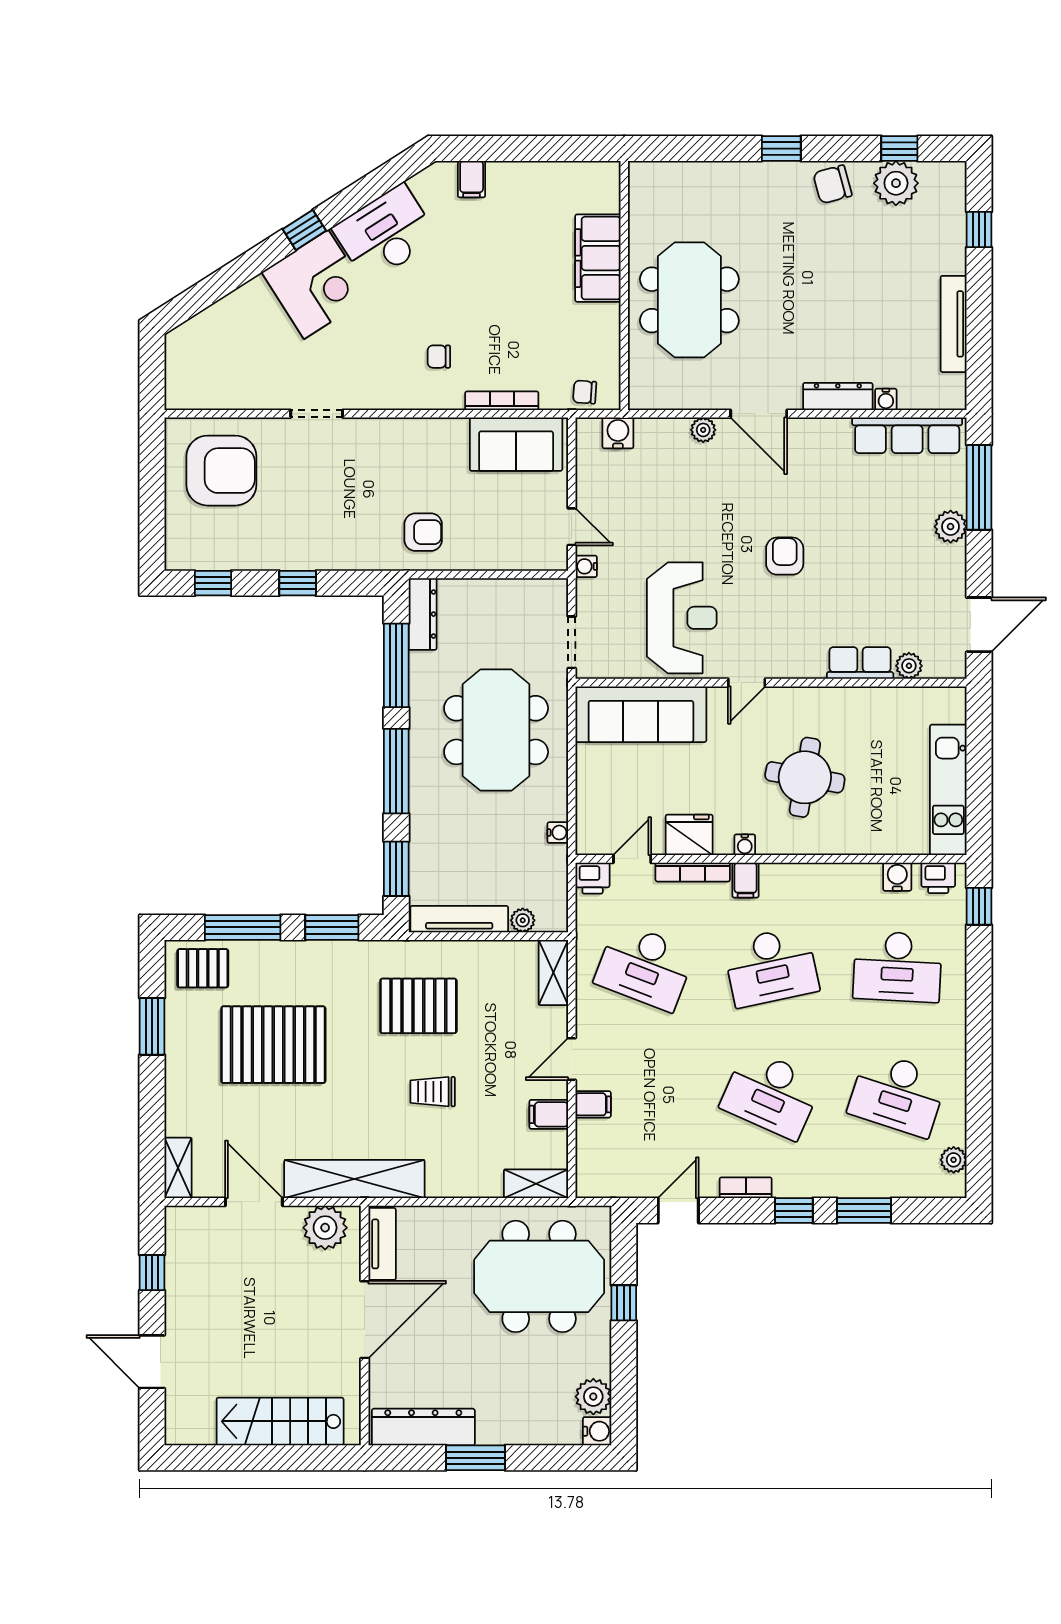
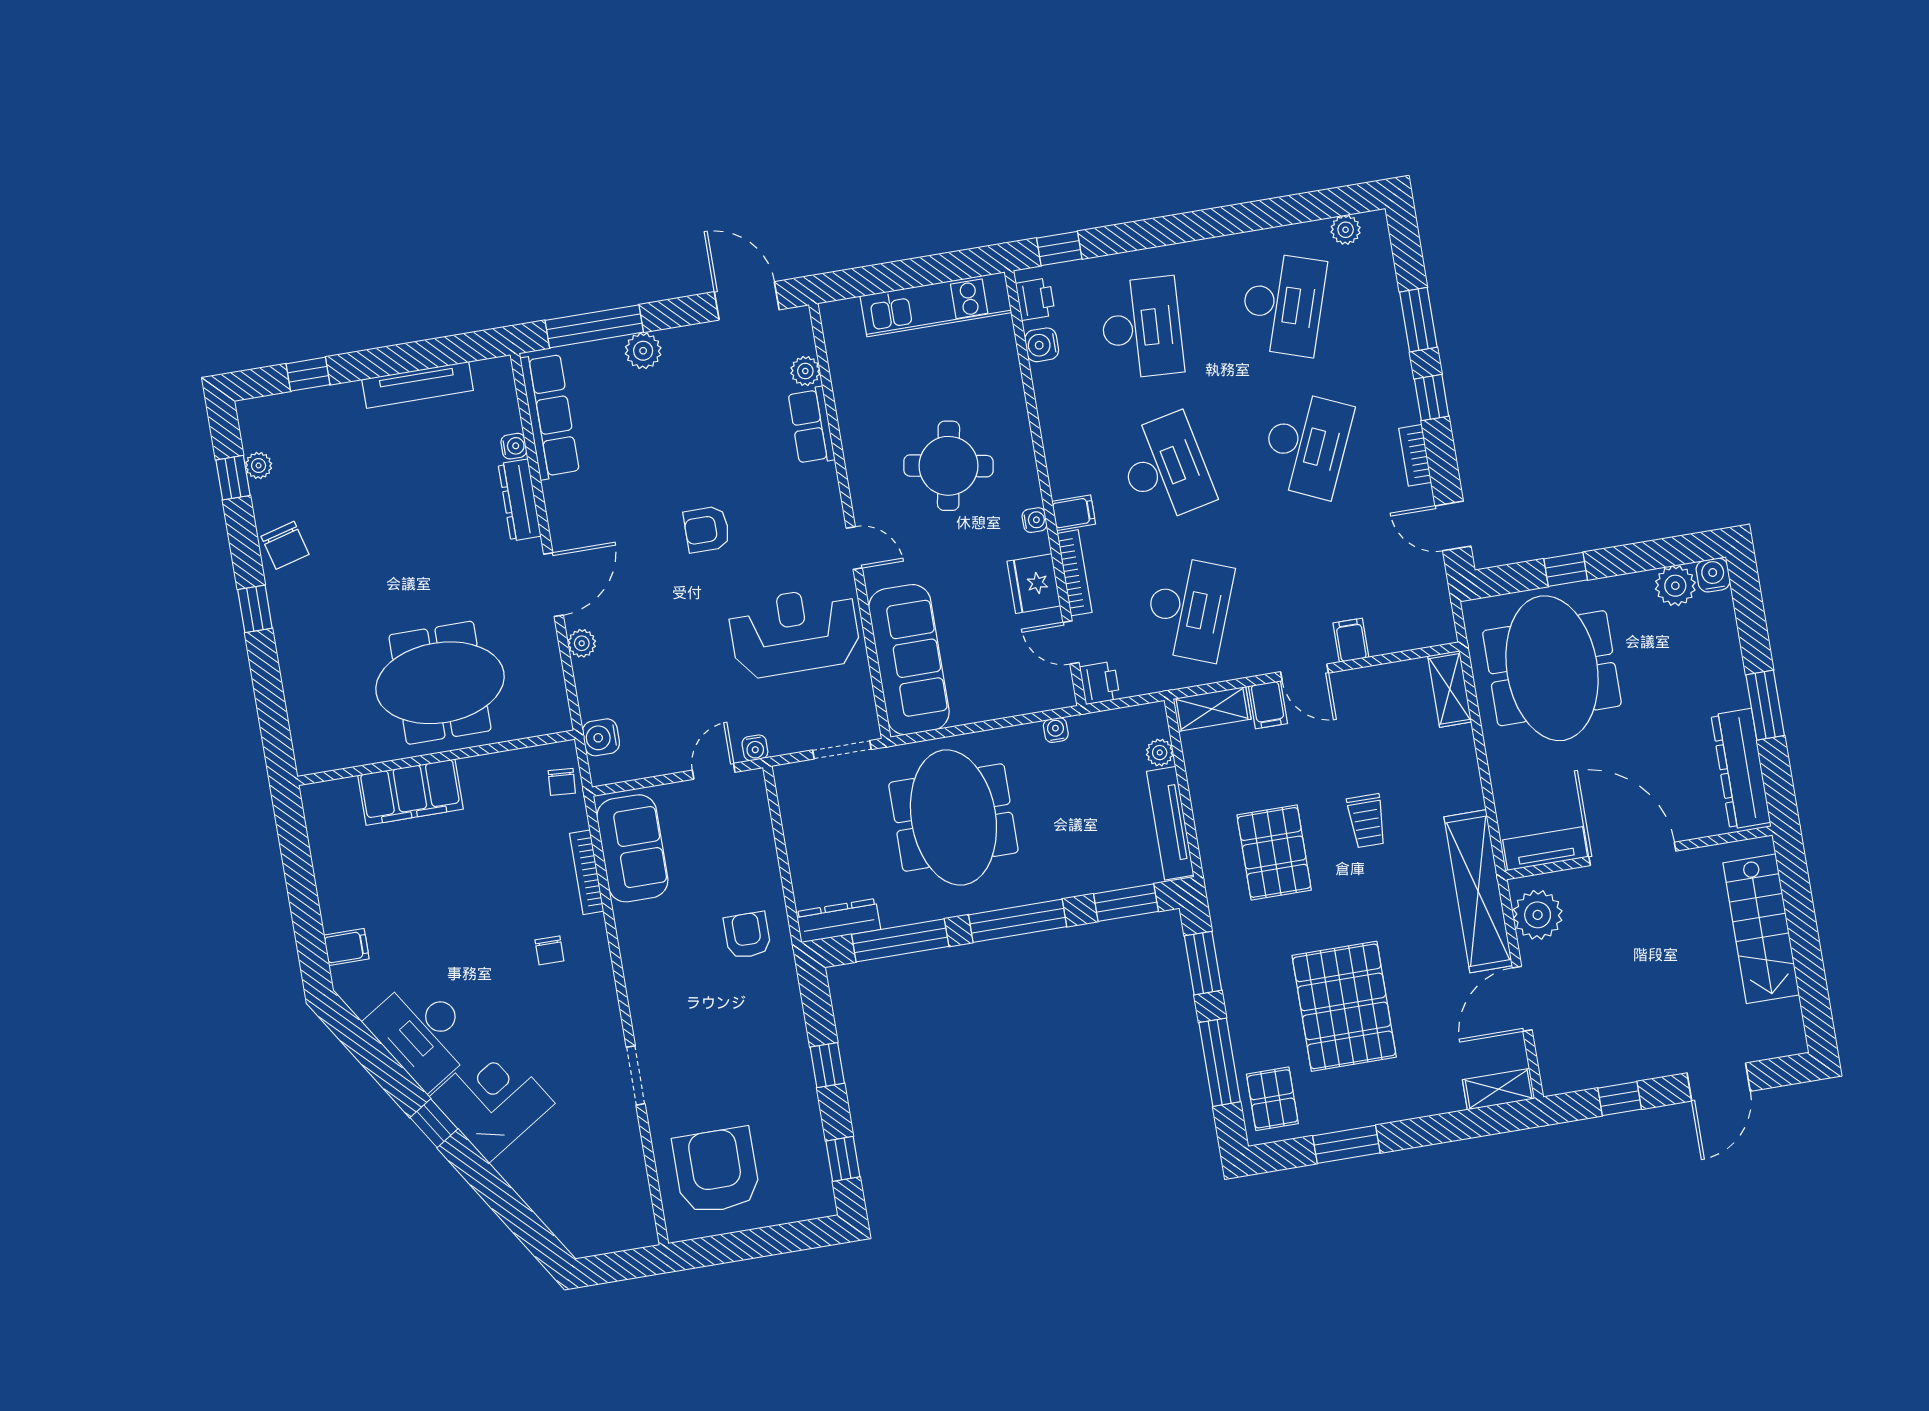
plant: (896, 183) -> (259, 465), width x0.53, depth x0.53
meeting table: (496, 730) -> (953, 817), turned 90
filing cabinet: (549, 1114) -> (1268, 705), moved

